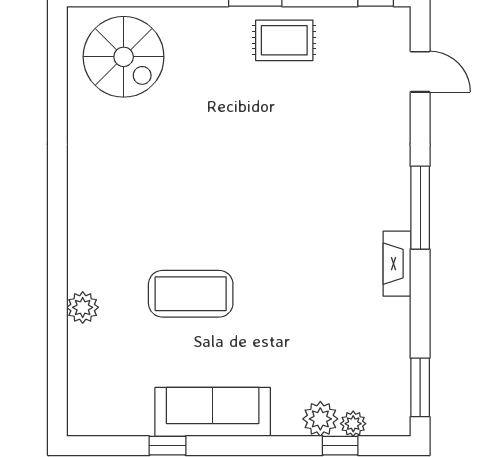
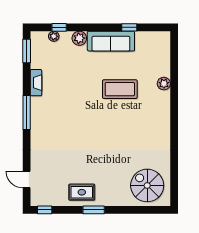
window: (420, 208) -> (27, 113), moved
fireplace: (397, 264) -> (36, 83), moved
plant: (320, 419) -> (79, 38), moved

